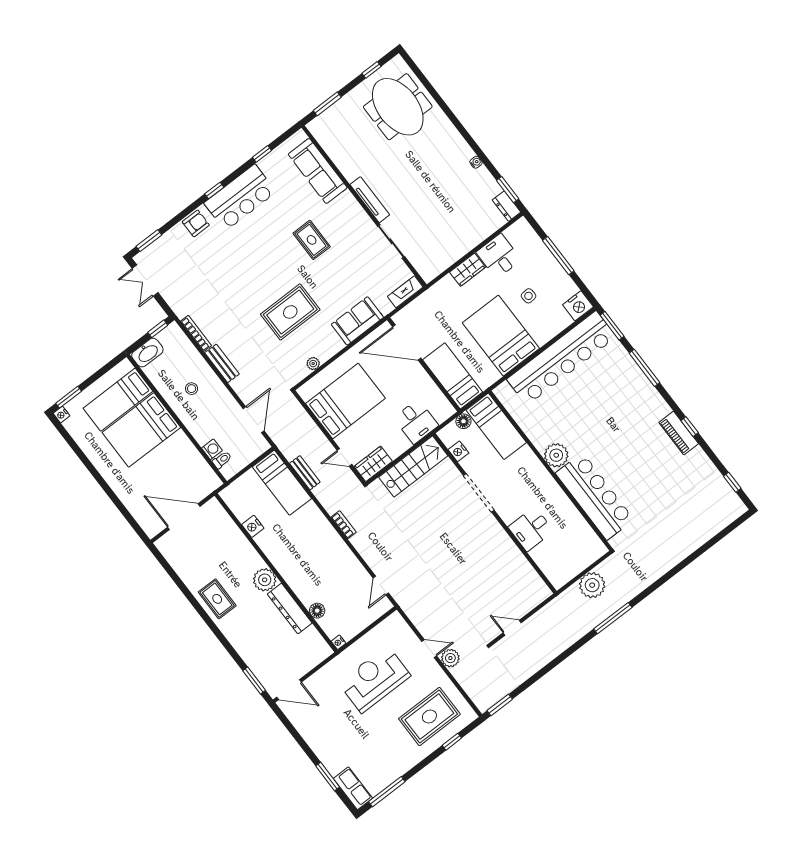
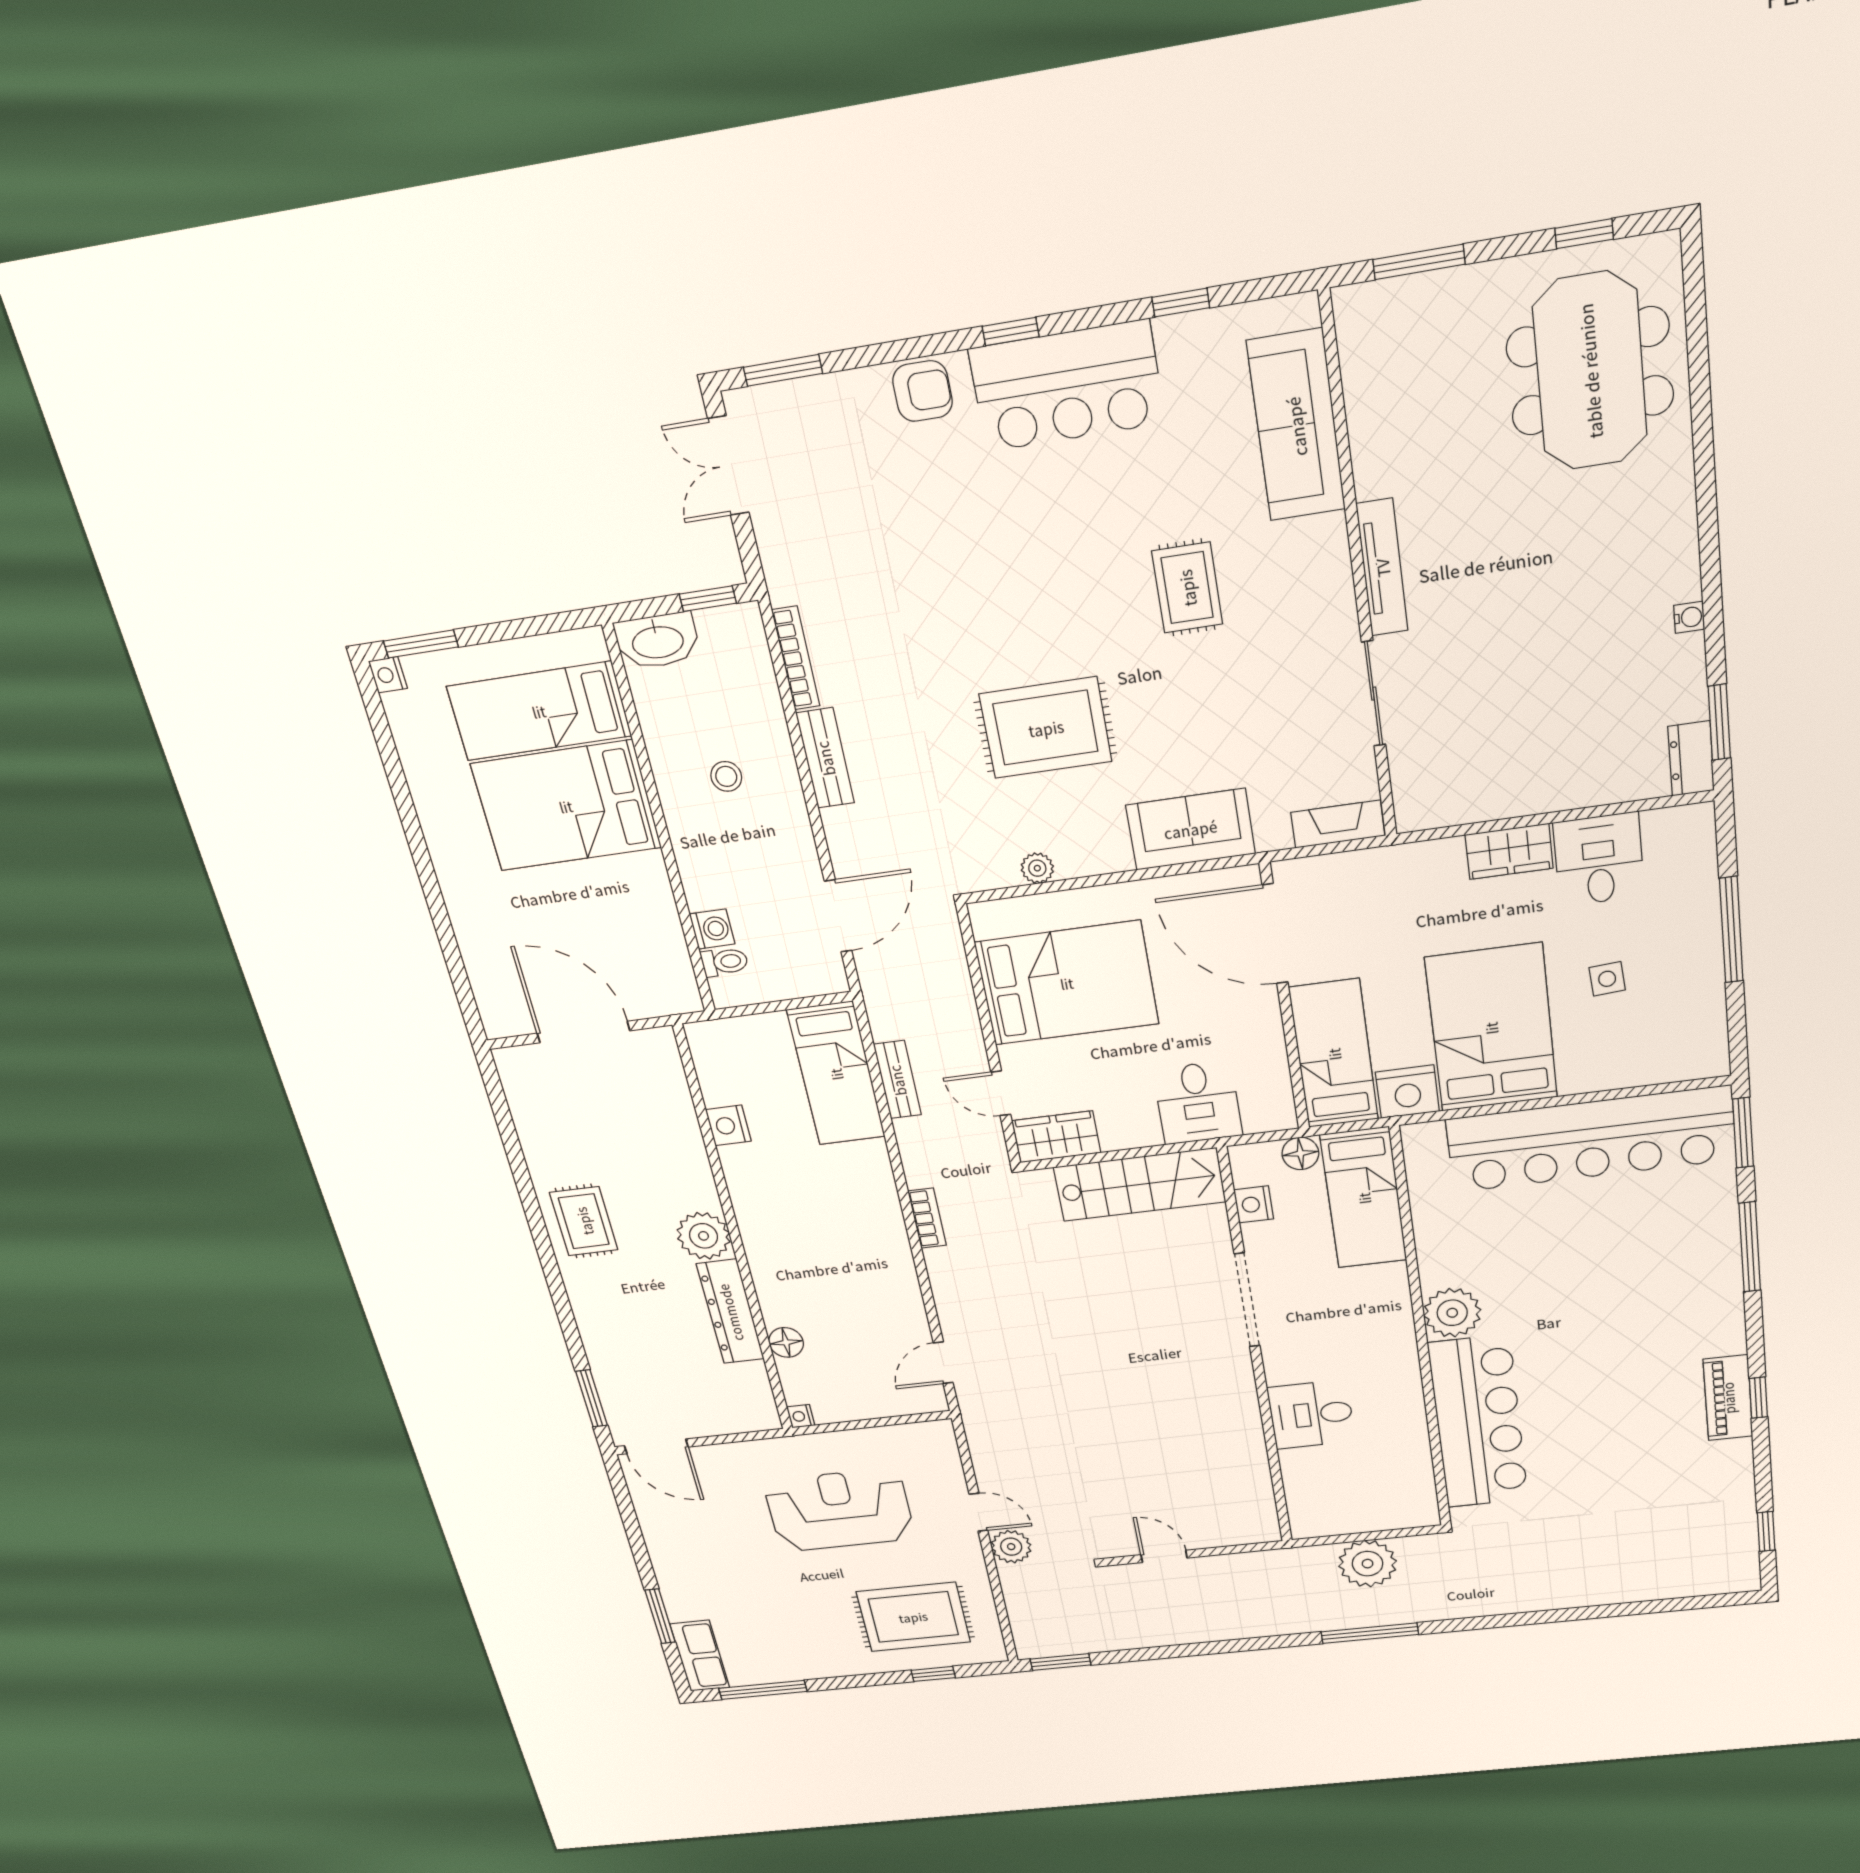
nightstand: (578, 306) -> (1407, 1092), moved

